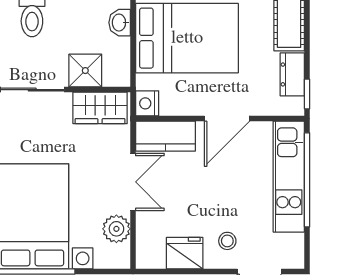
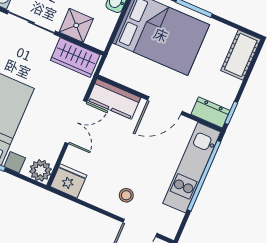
dresser: (292, 74) -> (210, 112), moved, turned 90
nightstand: (147, 103) -> (111, 69), removed
plant: (116, 229) -> (41, 170), moved
fridge: (185, 253) -> (69, 181), moved

